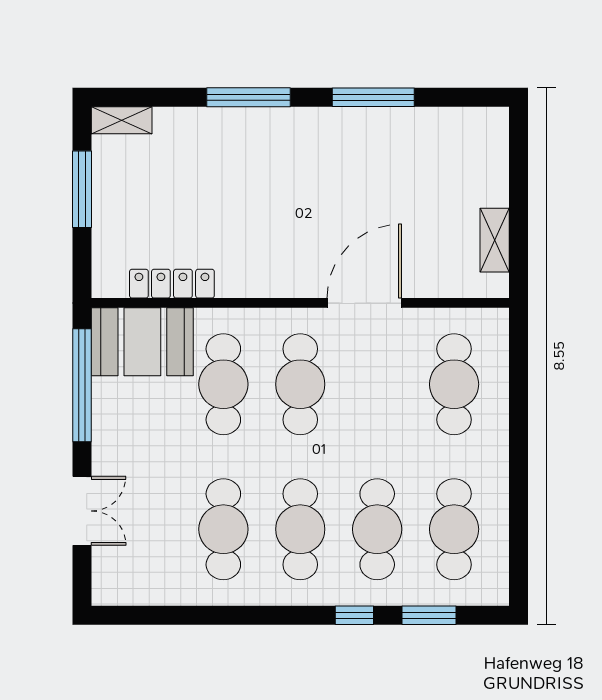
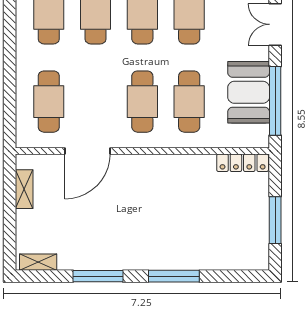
shelving: (122, 120) -> (38, 262), moved
locker: (172, 284) -> (243, 163), moved
door: (364, 303) -> (87, 151), moved
booth: (142, 342) -> (249, 92), moved, turned 90

